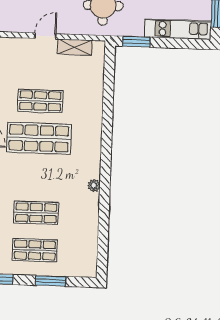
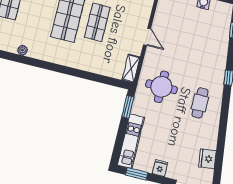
shelving: (75, 47) -> (131, 68), moved

